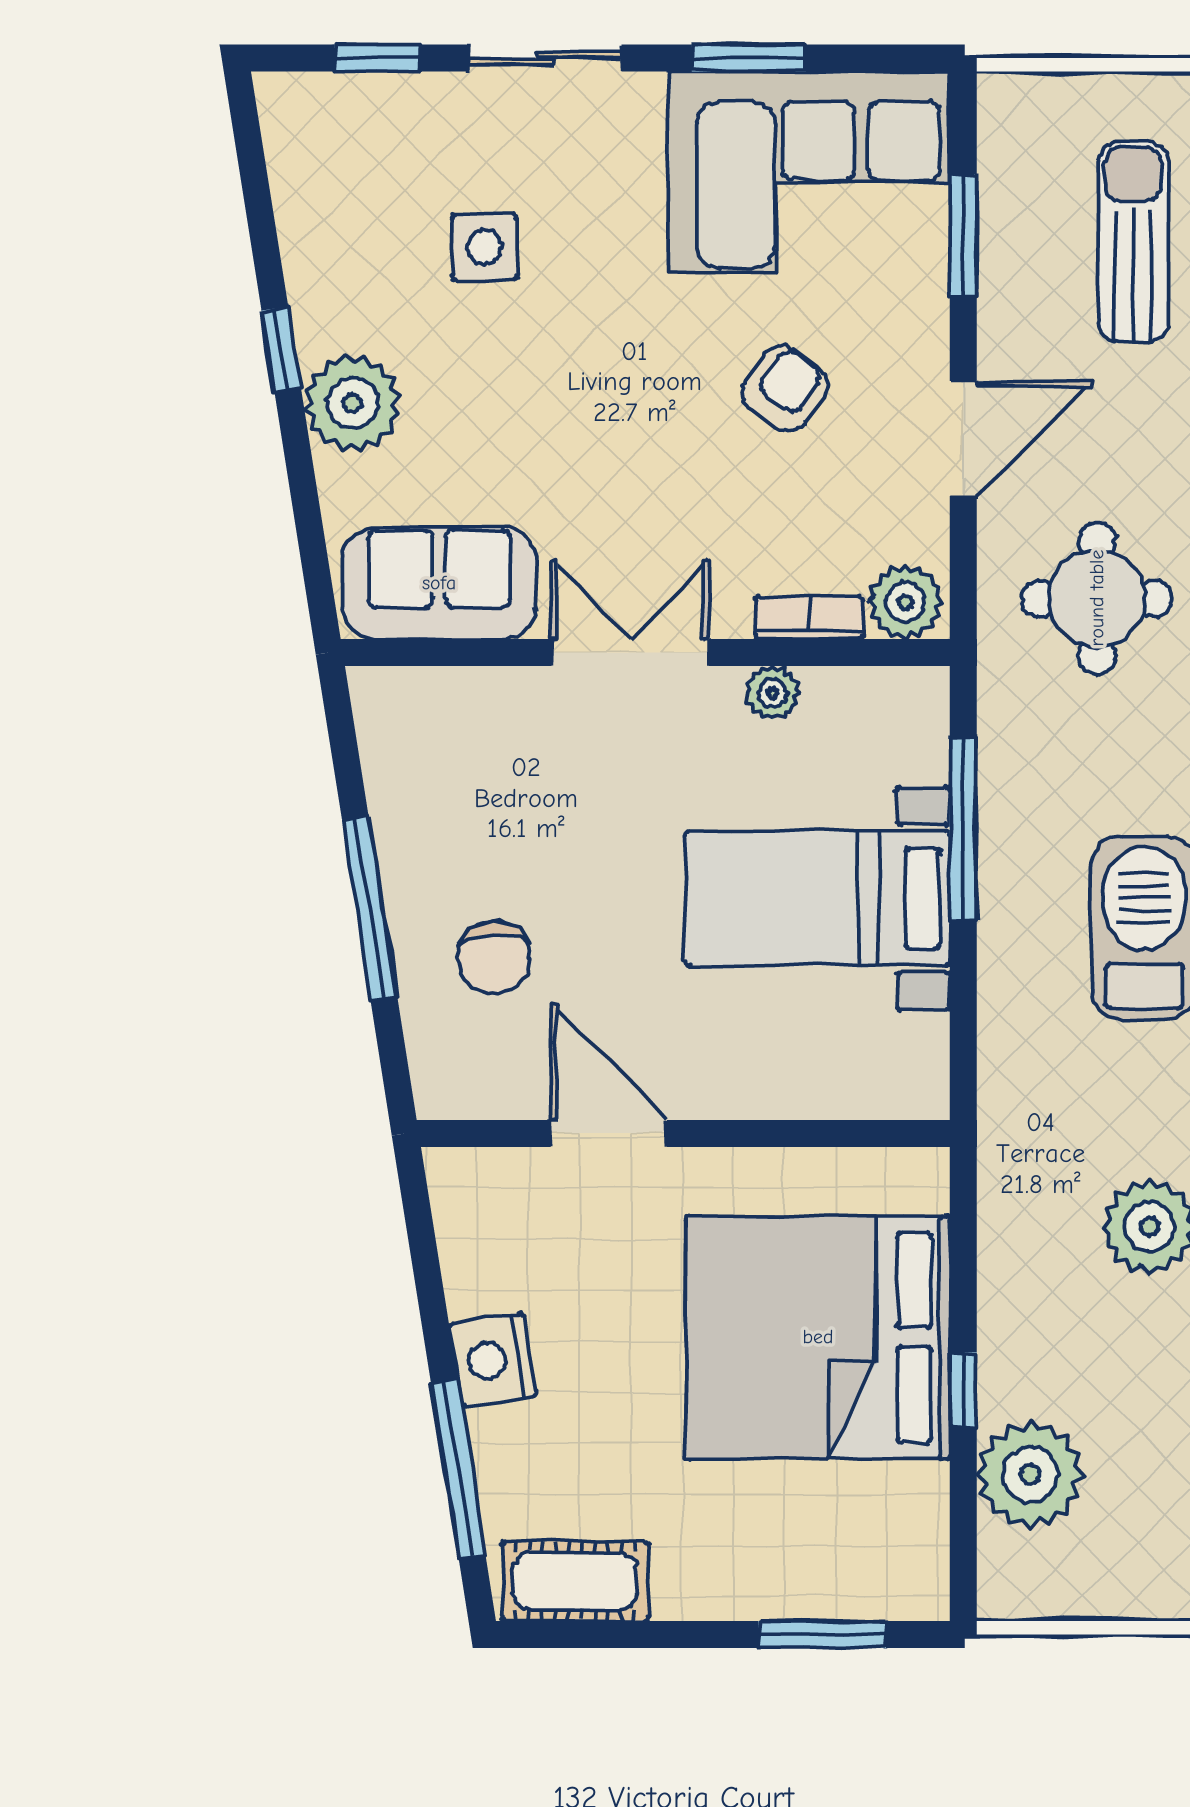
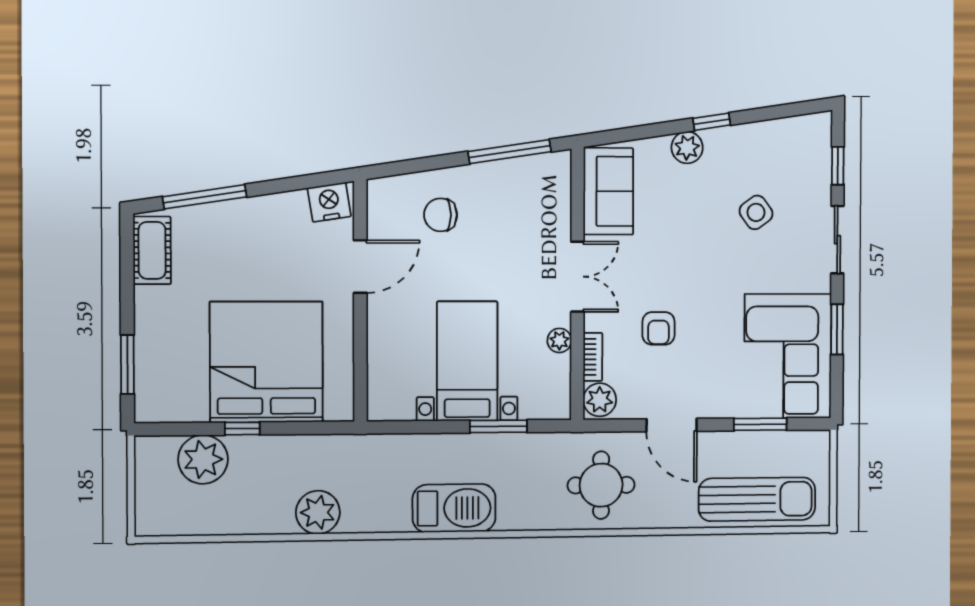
sun lounger: (1133, 242) -> (757, 499), width x1.36, depth x1.34
side table: (484, 247) -> (756, 212), turned -36
armchair: (785, 389) -> (659, 328), moved, turned 55
plant: (352, 403) -> (687, 147), width x0.73, depth x0.73
window: (963, 829) -> (498, 426), width x0.69
window: (370, 908) -> (510, 152), moved
nightstand: (493, 1360) -> (329, 202), moved

